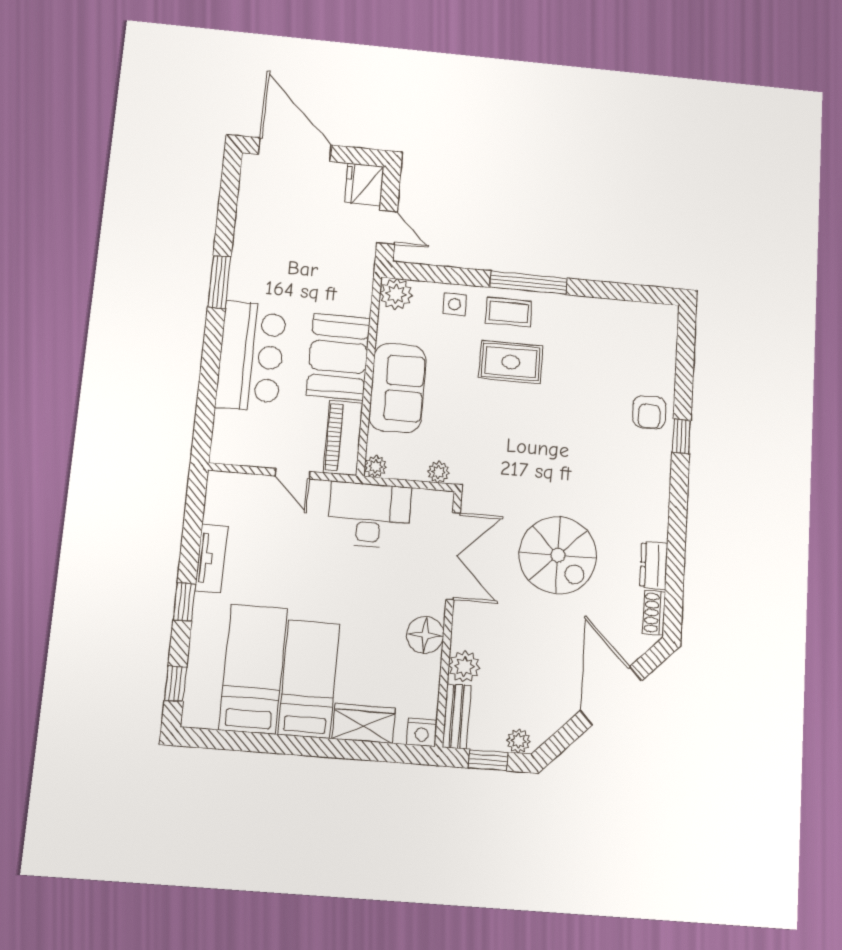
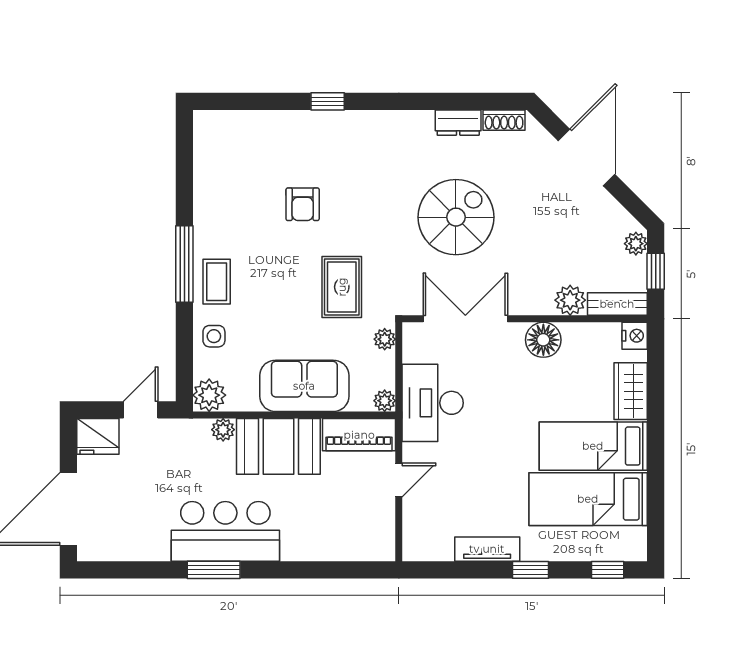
plant: (360, 304) -> (223, 430), added
bar counter: (251, 356) -> (225, 531), moved
rug: (511, 362) -> (342, 287), moved
armchair: (649, 412) -> (303, 204), moved, turned 90
door: (611, 696) -> (587, 158), swing flipped

